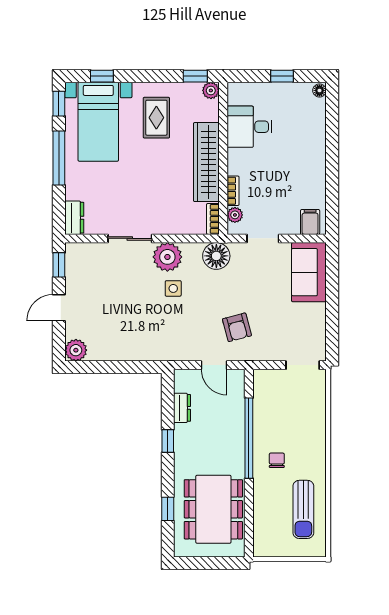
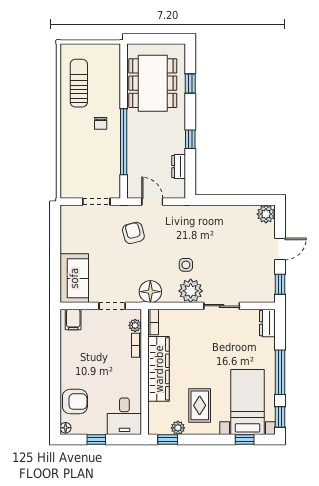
plant: (211, 90) -> (178, 428), moved
armchair: (308, 122) -> (75, 402), added
desk: (250, 127) -> (124, 416), moved, turned 90
doorway: (303, 365) -> (96, 202), moved

